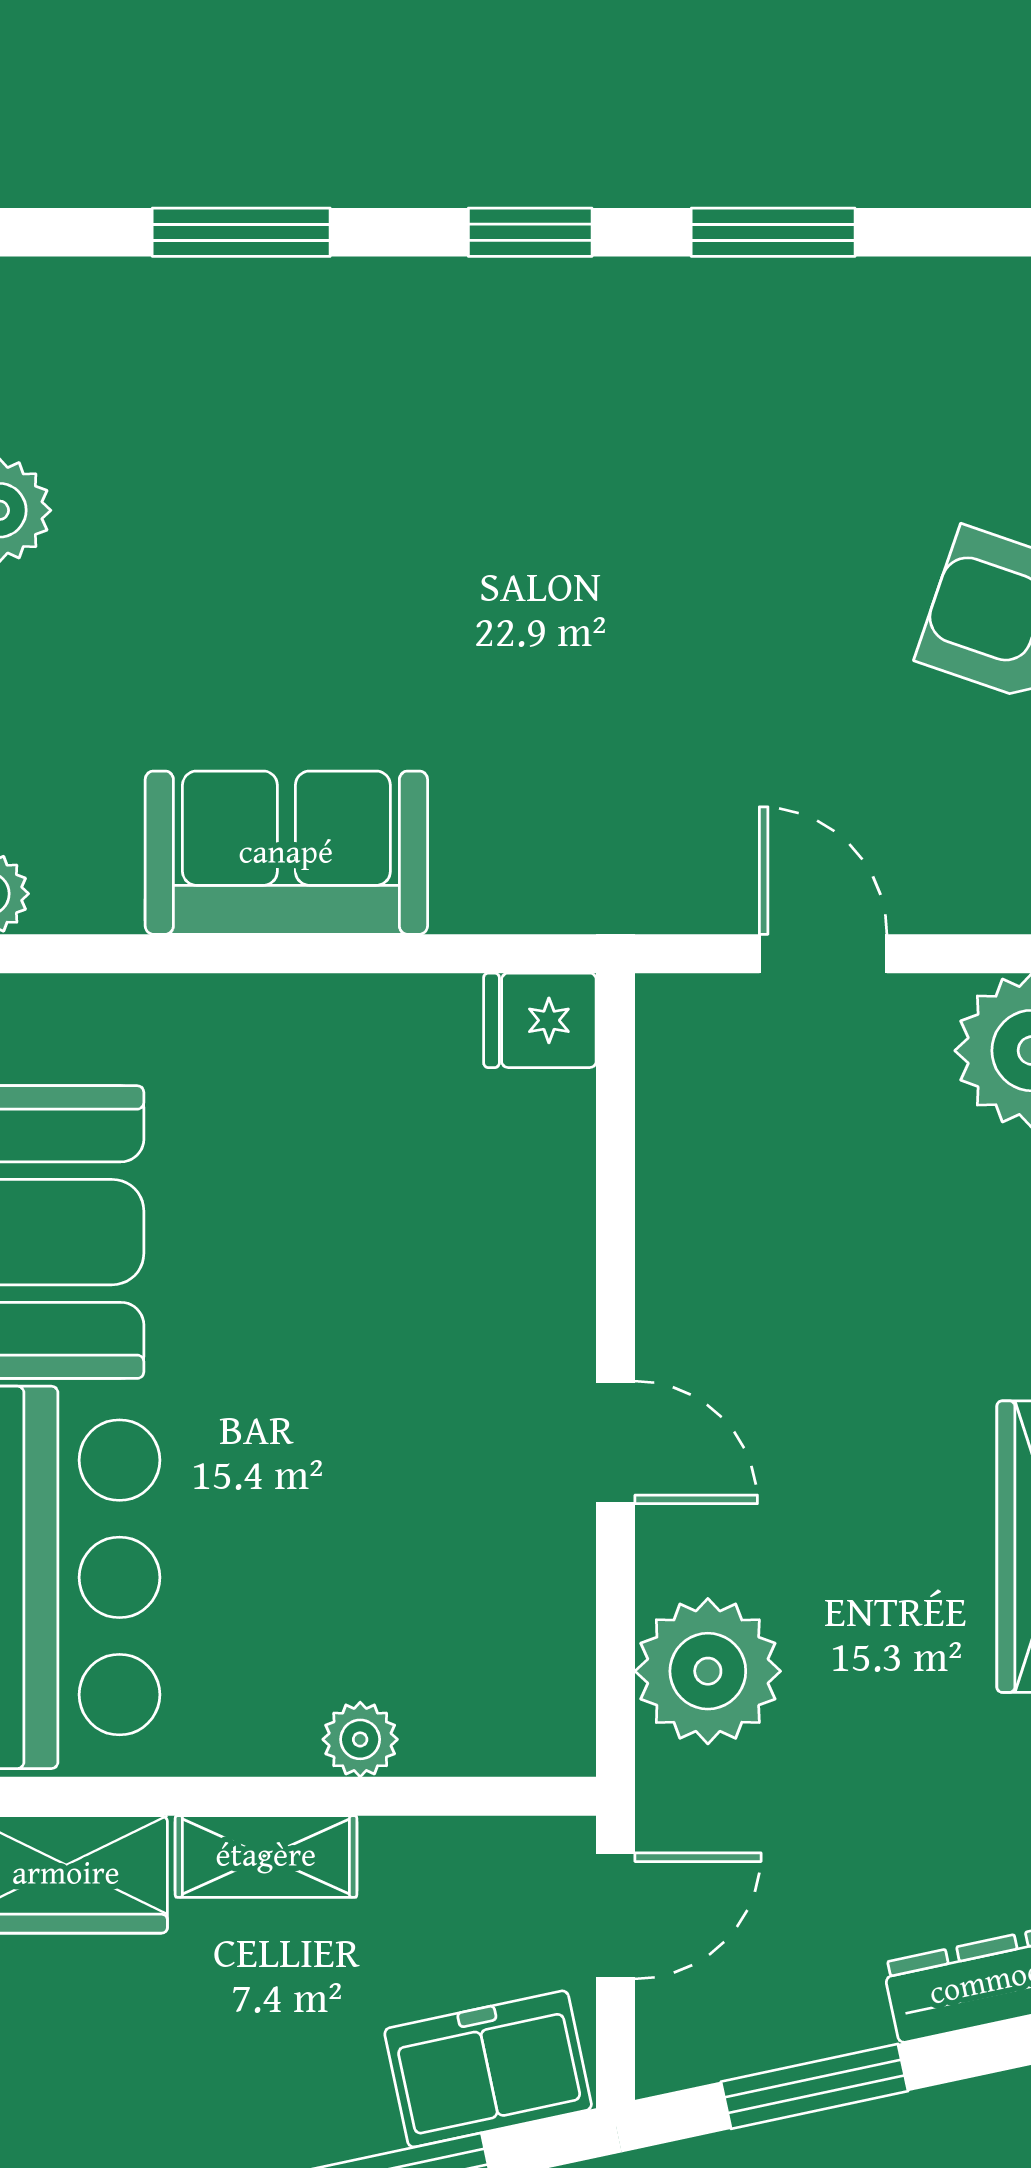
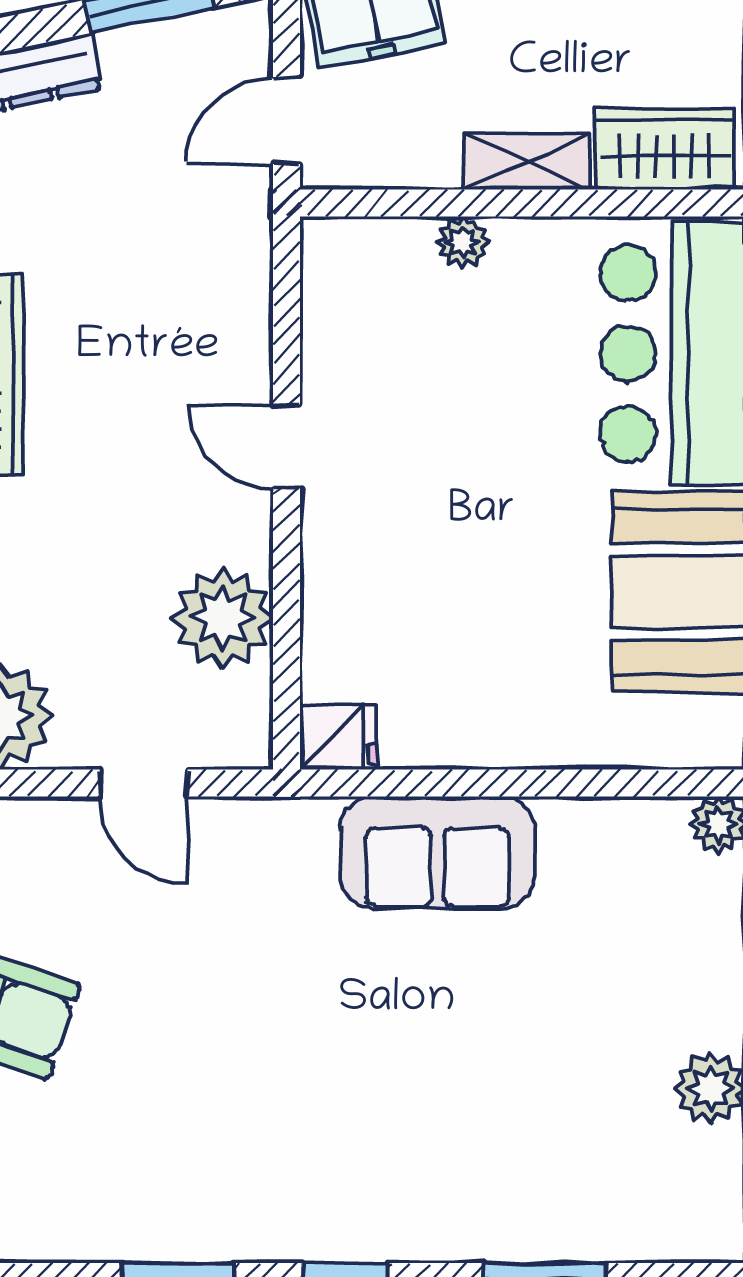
sofa: (286, 853) -> (438, 853), moved
plant: (708, 1671) -> (223, 618), moved

